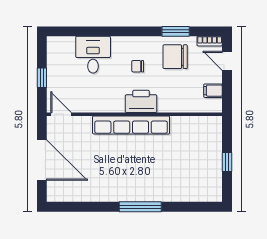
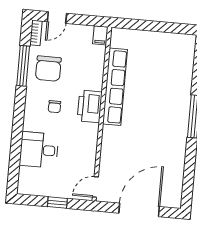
window: (176, 31) -> (23, 66), width x1.44
filing cabinet: (213, 91) -> (100, 35), moved
row of seats: (131, 125) -> (115, 87), moved
window: (227, 162) -> (157, 26), removed

